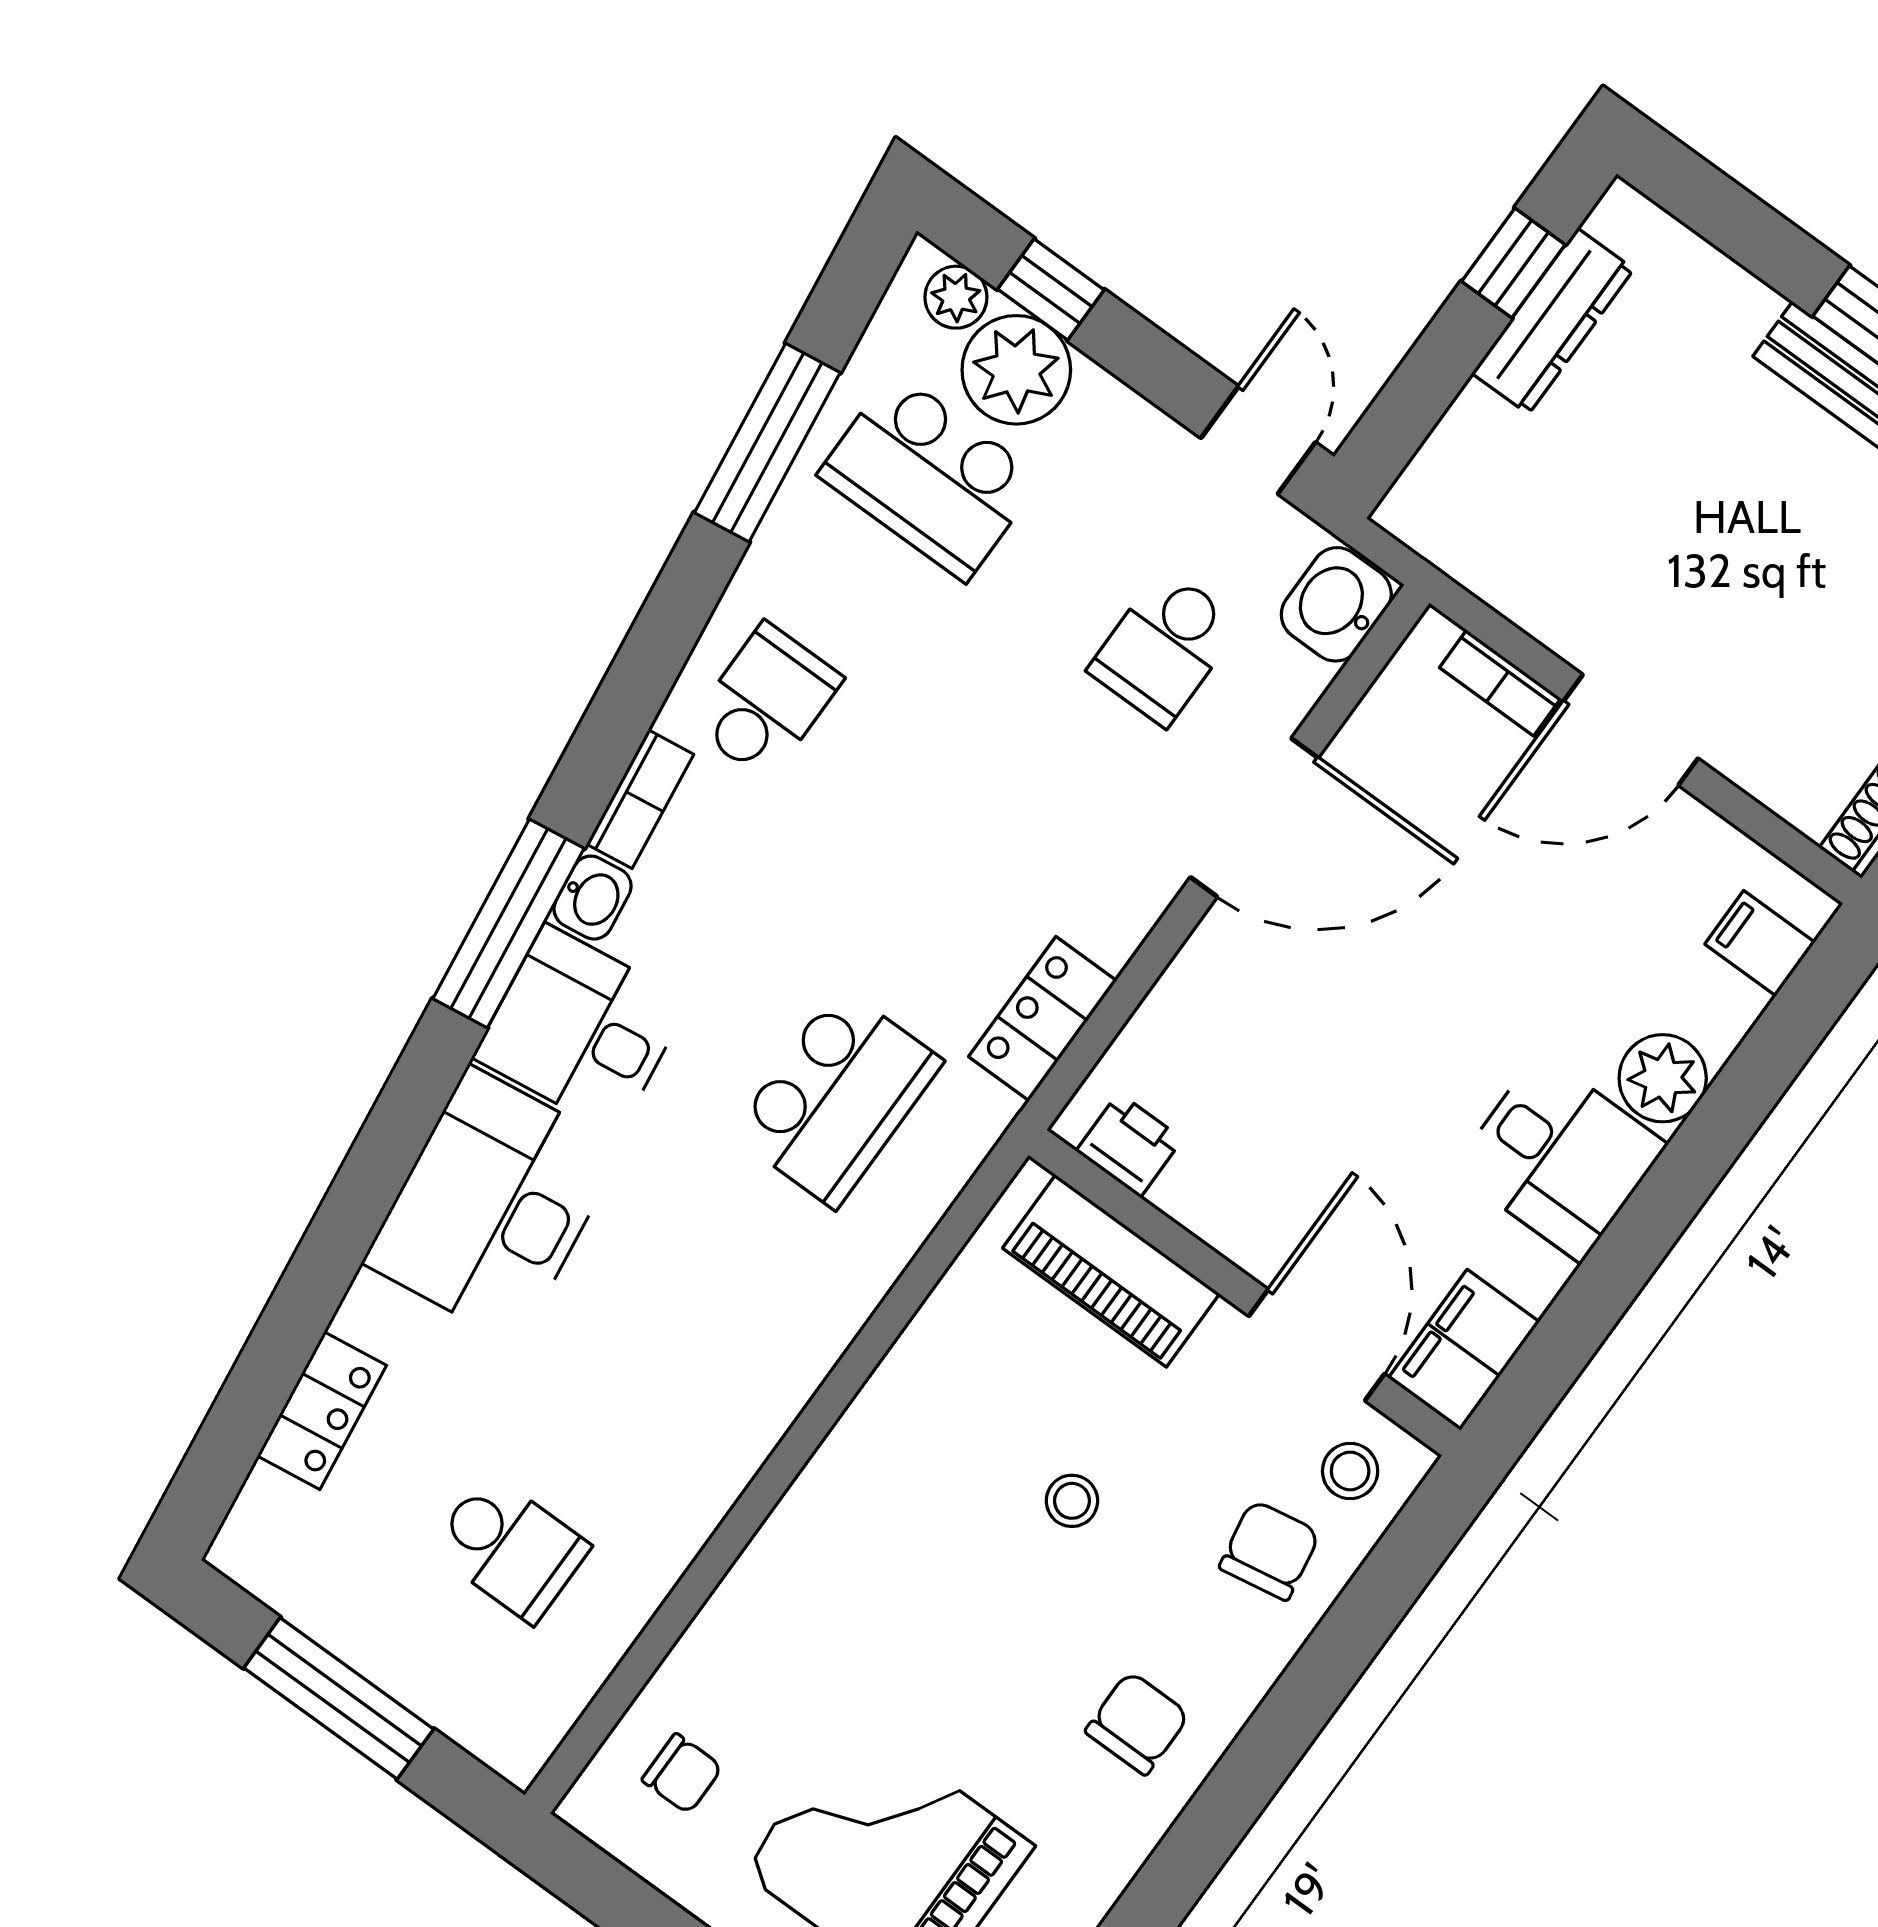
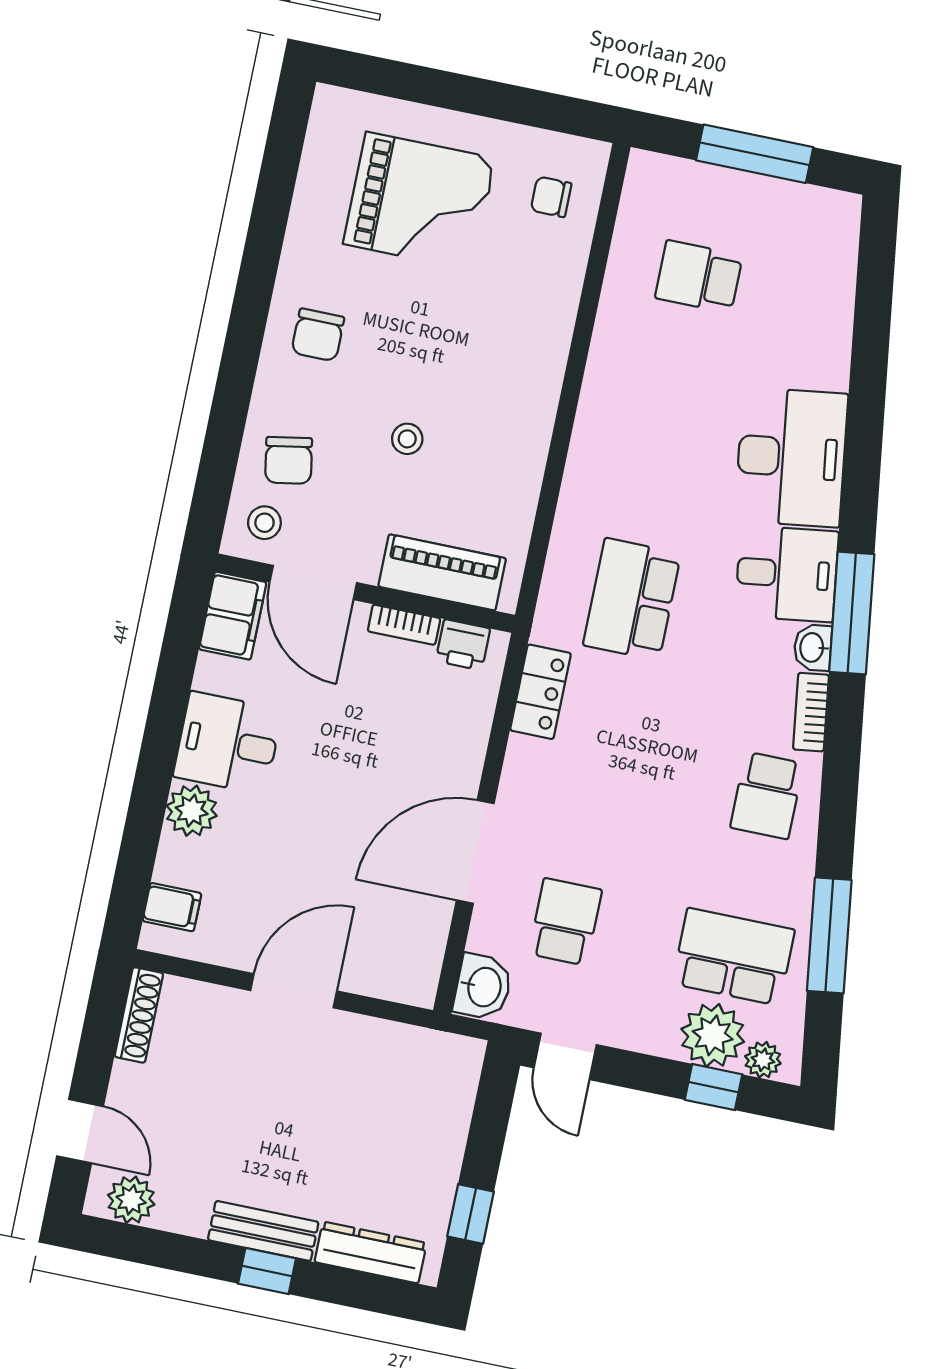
dresser: (1553, 321) -> (371, 1252), moved, turned 90
bookcase: (1500, 683) -> (404, 625), moved, turned 180
locker: (322, 1411) -> (834, 305), removed

